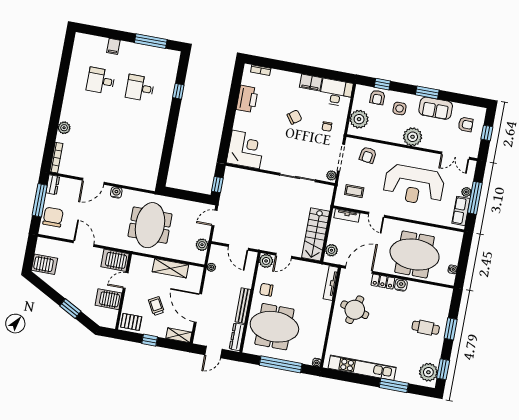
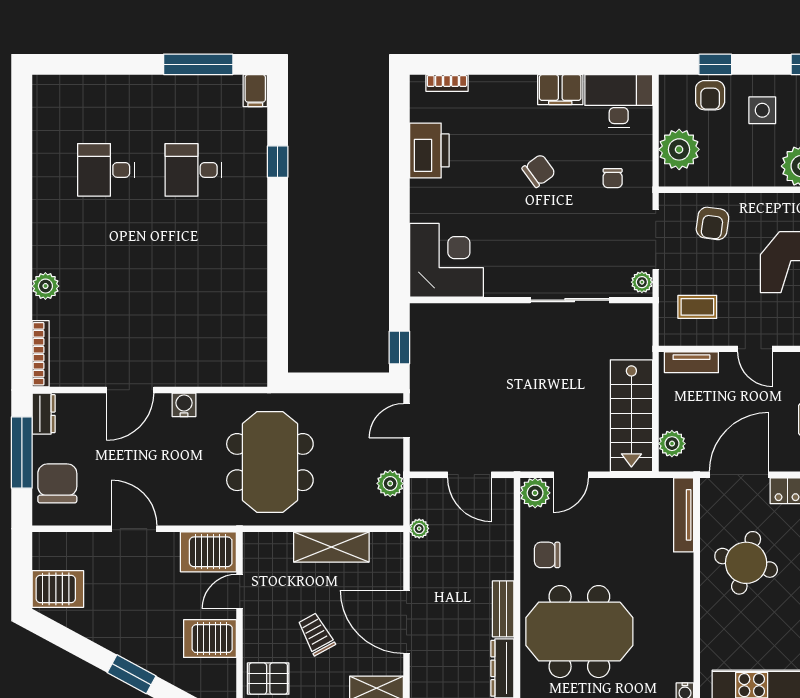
filing cabinet: (113, 46) -> (255, 91), moved
bench: (243, 306) -> (503, 609), width x0.73

